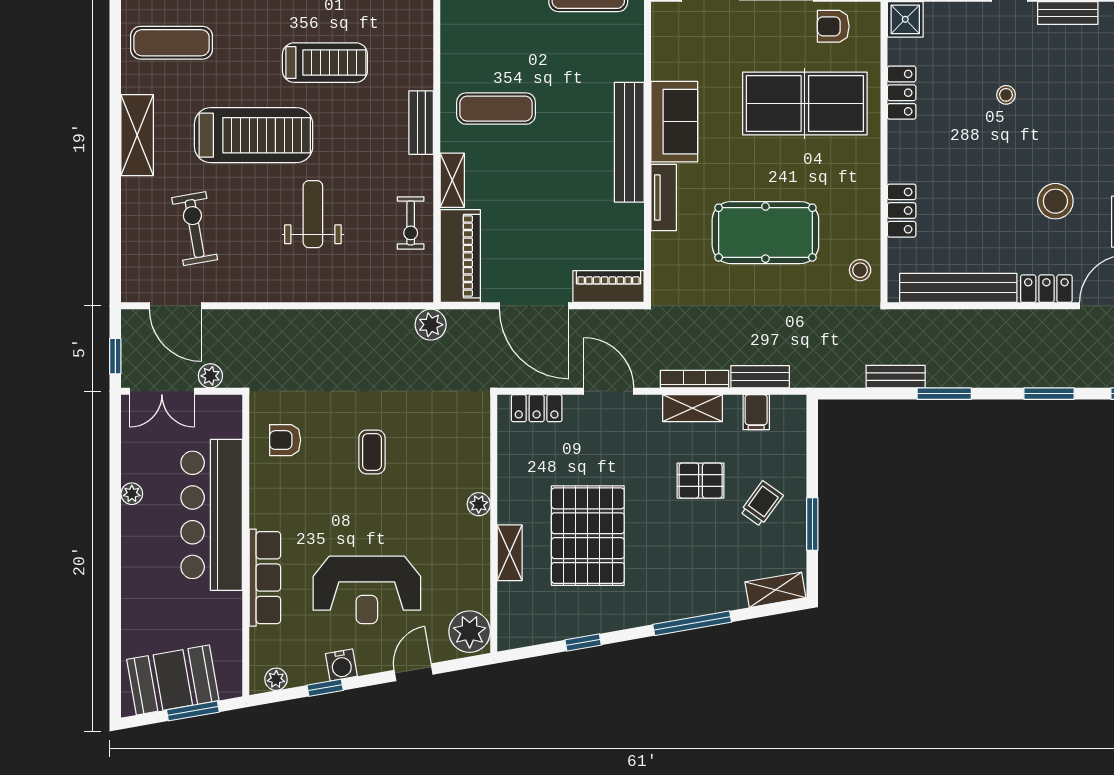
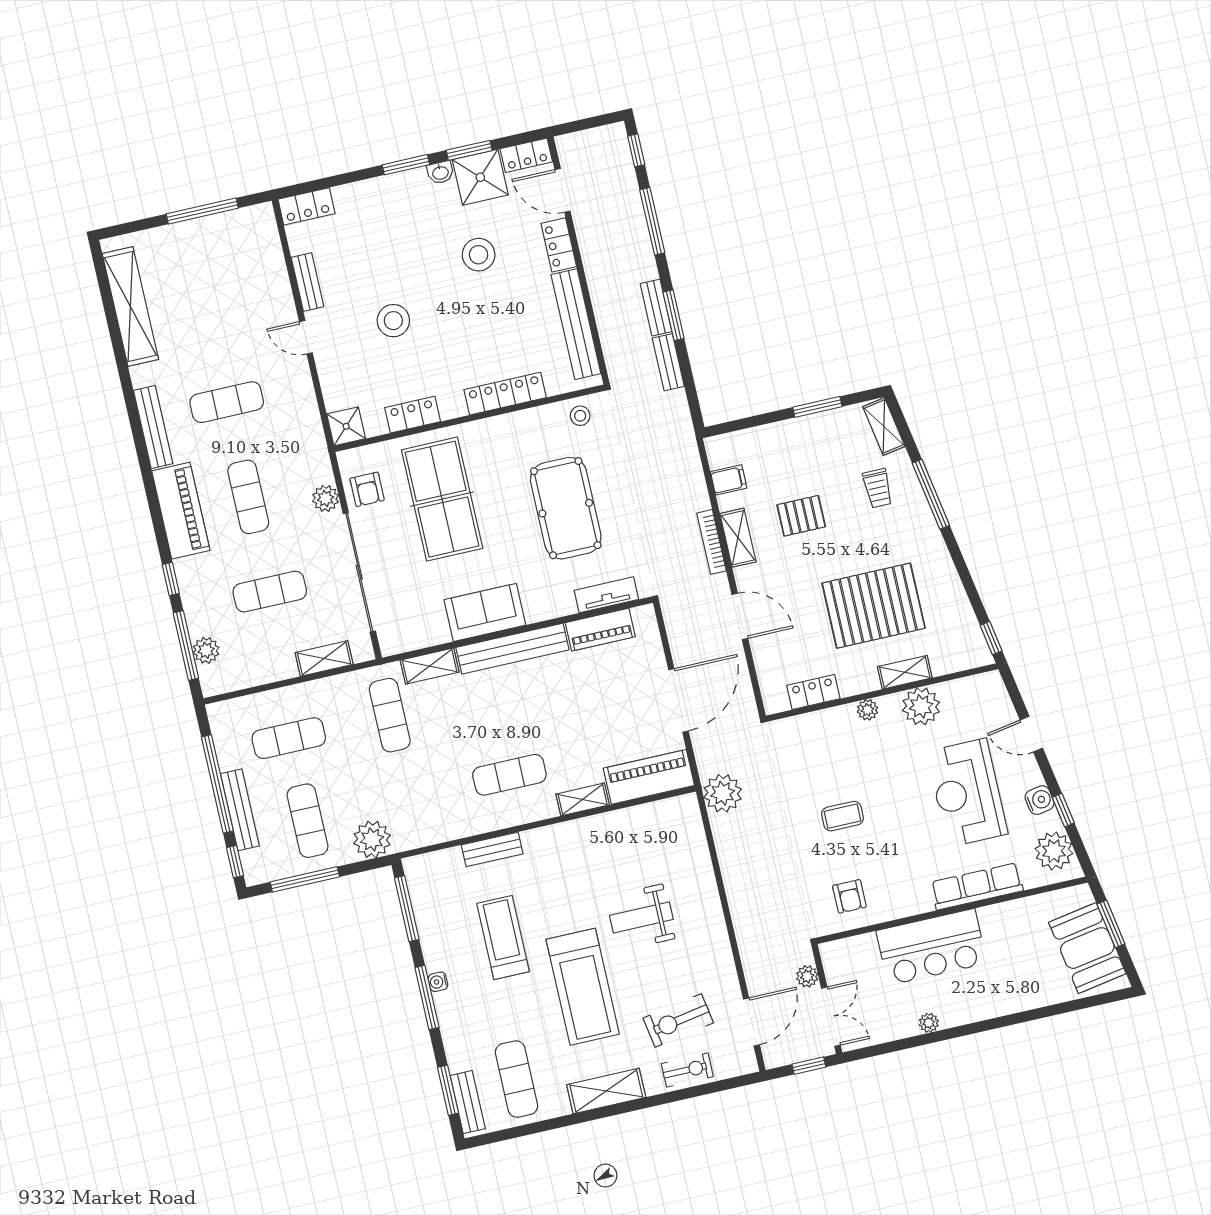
shelving: (631, 50) -> (430, 666), added
stool: (1006, 95) -> (393, 321), width x1.89, depth x1.89
exercise mat: (496, 109) -> (509, 775), turned 90
bench: (421, 123) -> (492, 849), moved
treadmill: (254, 135) -> (583, 987), turned 180
tv unit: (664, 197) -> (606, 595), moved
locker: (902, 211) -> (505, 394), width x1.53
exercise bike: (411, 223) -> (687, 1070), moved
piano: (609, 286) -> (600, 630), moved, turned -90
plant: (431, 325) -> (723, 793), width x1.36, depth x1.36
bench: (760, 377) -> (656, 308), moved
door: (609, 391) -> (740, 616), swing flipped
window: (1049, 394) -> (652, 221), width x1.44
locker: (537, 408) -> (813, 692), moved, turned -90
pallet: (701, 481) -> (801, 516), turned 90
trolley: (762, 504) -> (878, 488), moved, turned -126
bar counter: (212, 515) -> (931, 947), width x0.73
reception desk: (367, 590) -> (967, 793), turned 180
plant: (470, 632) -> (921, 706), moved
window: (583, 642) -> (991, 638), moved
plant: (276, 679) -> (1054, 851), width x1.88, depth x1.88

